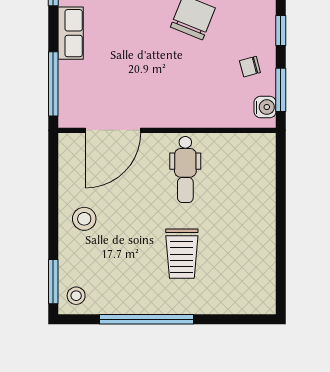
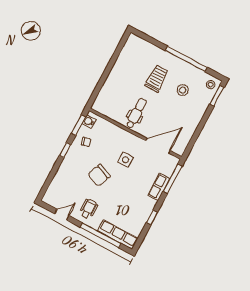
row of seats: (71, 33) -> (159, 187), moved
side table: (159, 72) -> (126, 160), added
stool: (84, 219) -> (183, 90), moved

